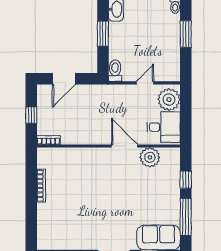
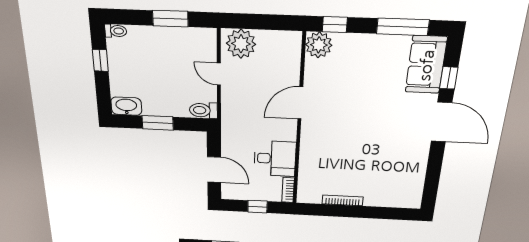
window: (186, 34) -> (170, 19), moved
desk: (164, 127) -> (275, 159), moved, turned 90
plant: (150, 157) -> (319, 45), moved
window: (186, 180) -> (335, 24), moved

